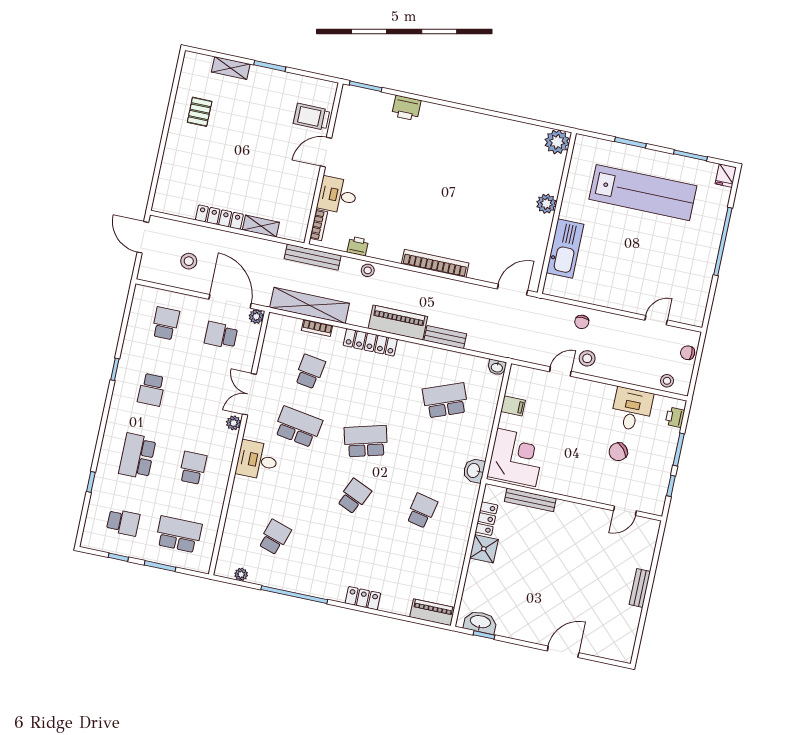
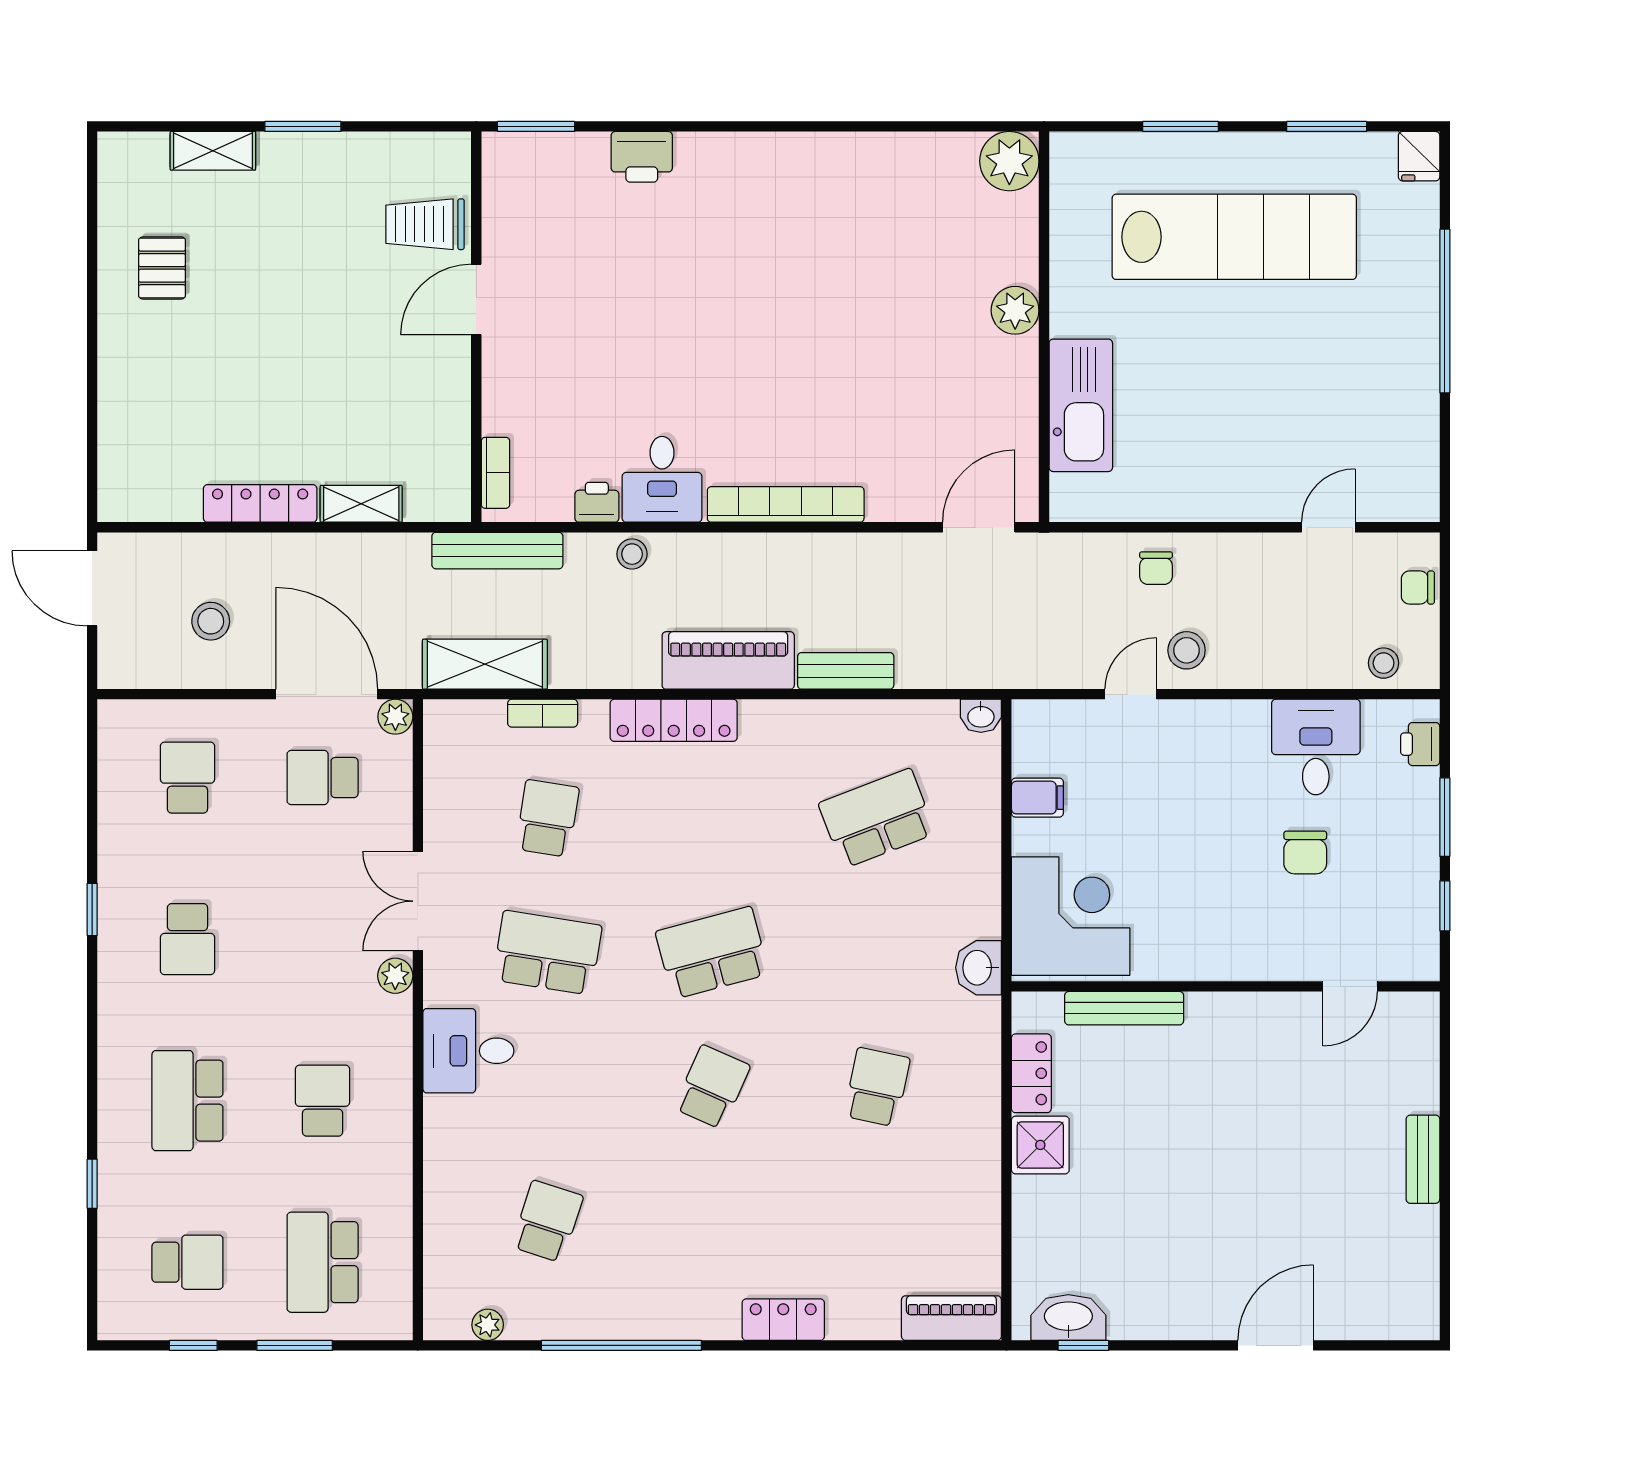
desk: (337, 195) -> (662, 479), moved, turned -90
shelving: (310, 305) -> (485, 664), width x0.68
chair: (618, 452) -> (1305, 852), turned -49
school desk: (179, 534) -> (323, 1262), turned -90

